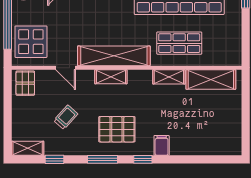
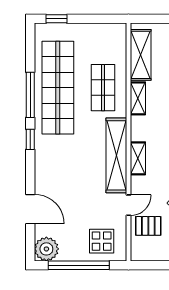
display table: (31, 42) -> (102, 241), width x0.73, depth x0.73
pallet: (25, 83) -> (148, 226), moved

